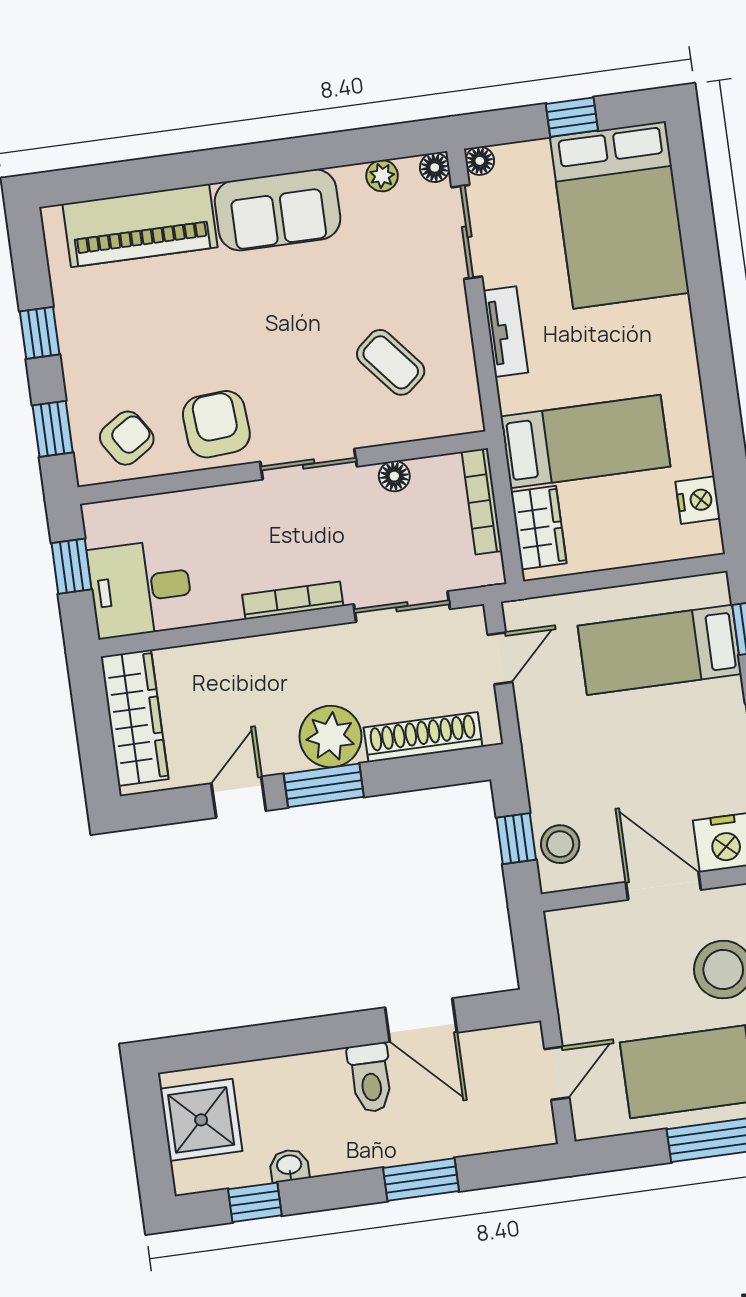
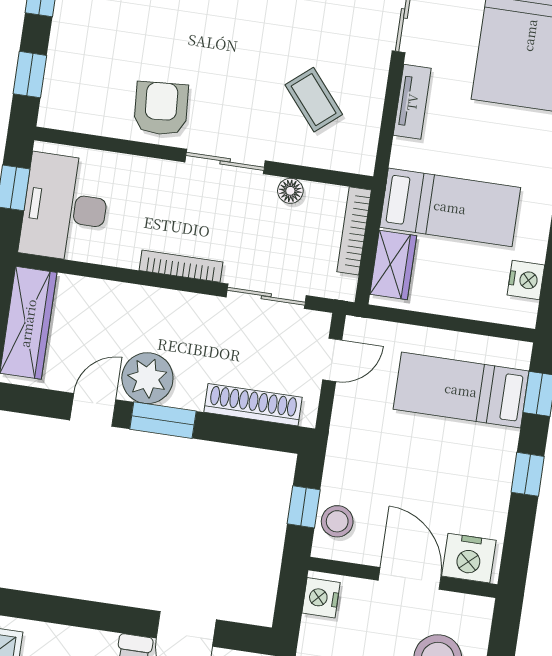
armchair: (127, 438) -> (87, 99), removed
desk: (141, 588) -> (65, 208), width x1.37
plant: (330, 737) -> (147, 378), moved
nightstand: (567, 938) -> (321, 598), added

